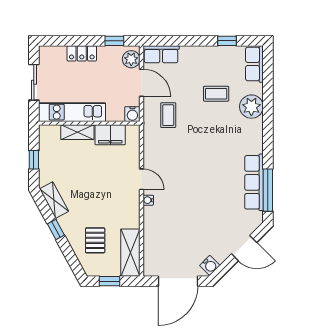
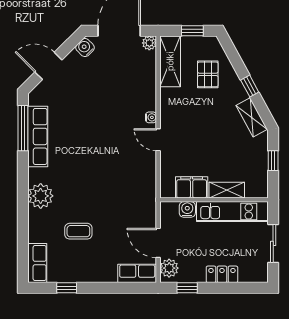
plant: (251, 107) -> (41, 196), moved
water cooler: (132, 114) -> (187, 209), moved
coffee table: (168, 115) -> (130, 208), removed
plant: (150, 270) -> (149, 43), added

